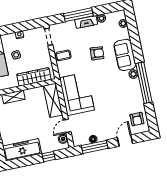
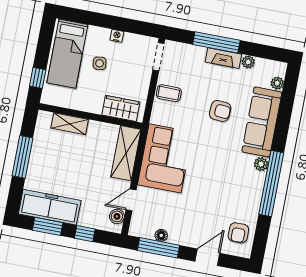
sofa: (125, 55) -> (262, 122), width x1.36
wardrobe: (34, 77) -> (121, 108), width x0.67
window: (26, 161) -> (48, 226), added

